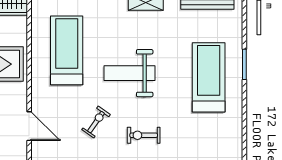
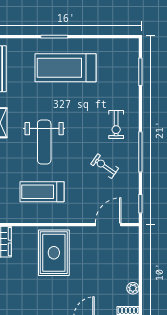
treadmill: (67, 50) -> (42, 192), width x0.73, depth x0.73
weight bench: (129, 73) -> (44, 142), moved

